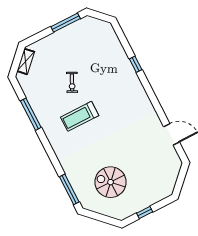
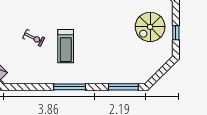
window: (31, 114) -> (70, 87), moved
spiral stairs: (111, 182) -> (150, 27), moved

